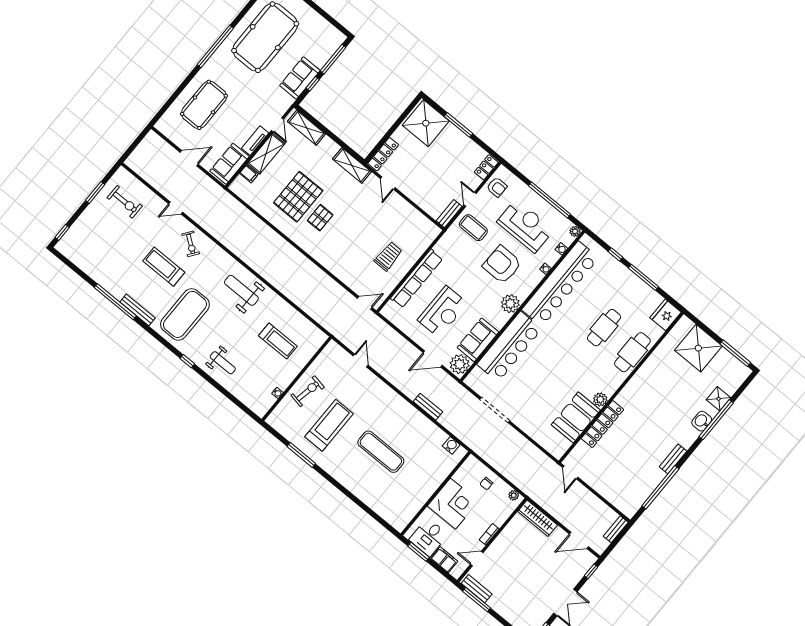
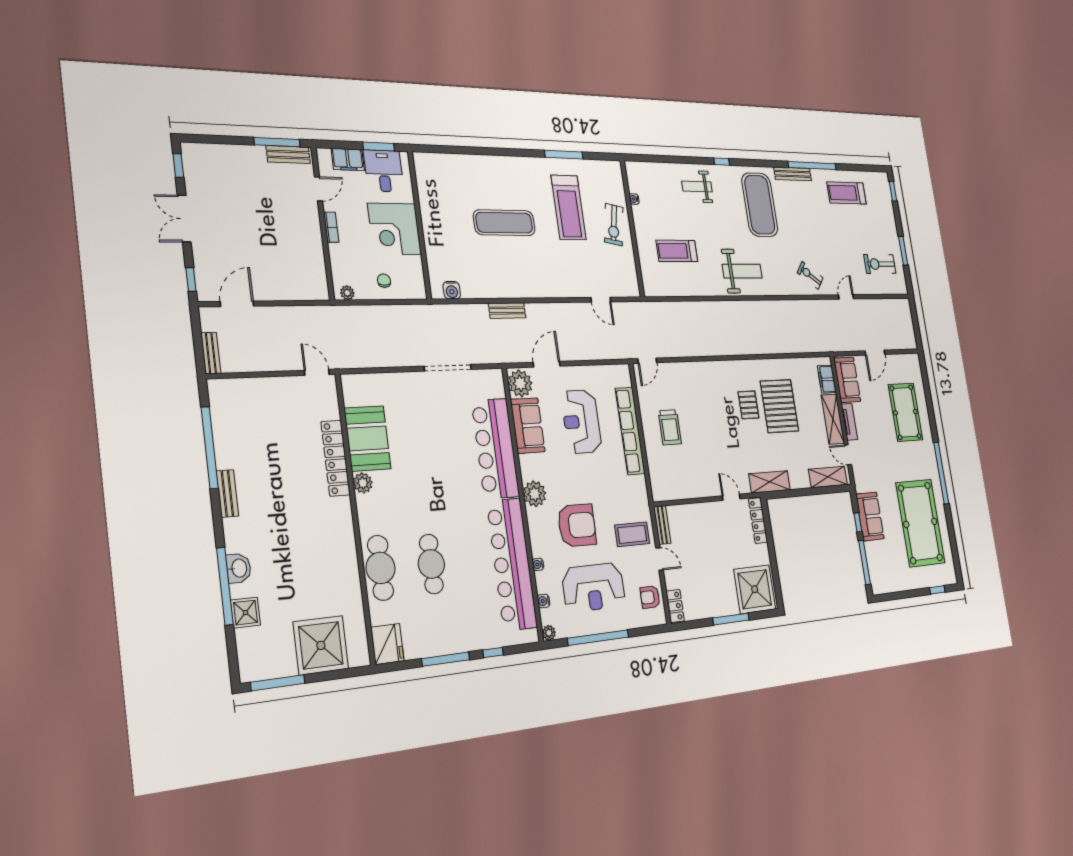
filing cabinet: (249, 174) -> (827, 379), width x2.00
treadmill: (164, 267) -> (847, 193), moved, turned 180
wardrobe: (538, 518) -> (301, 290), removed

